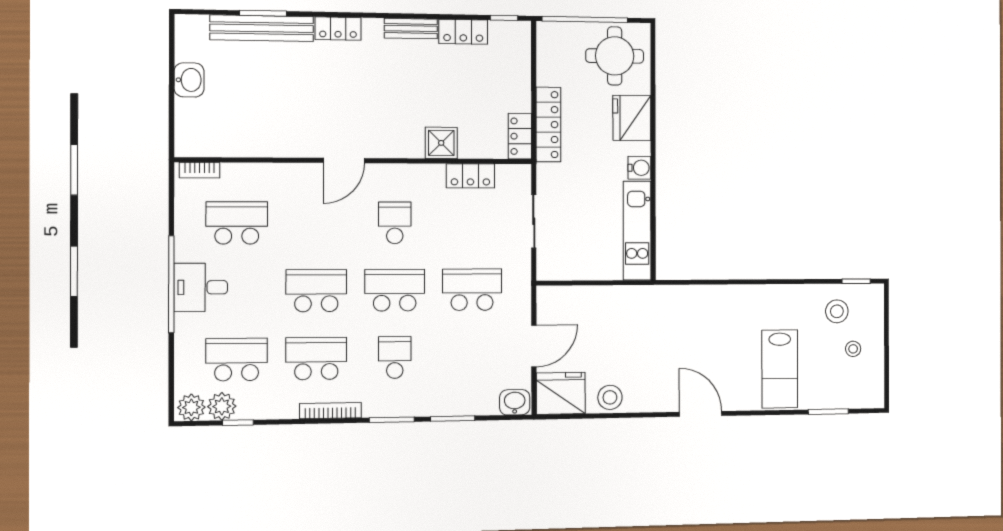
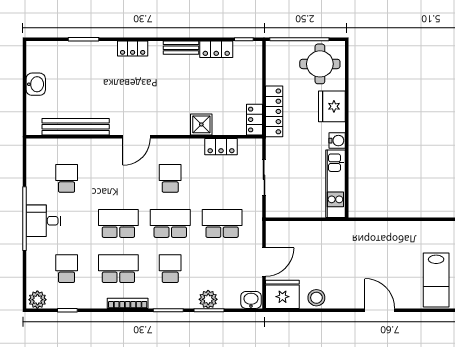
bench: (262, 28) -> (76, 127), moved
bookcase: (199, 170) -> (42, 144), removed
school desk: (237, 223) -> (67, 178), width x0.54
school desk: (237, 360) -> (67, 269), width x0.54
plant: (222, 406) -> (208, 299), moved

